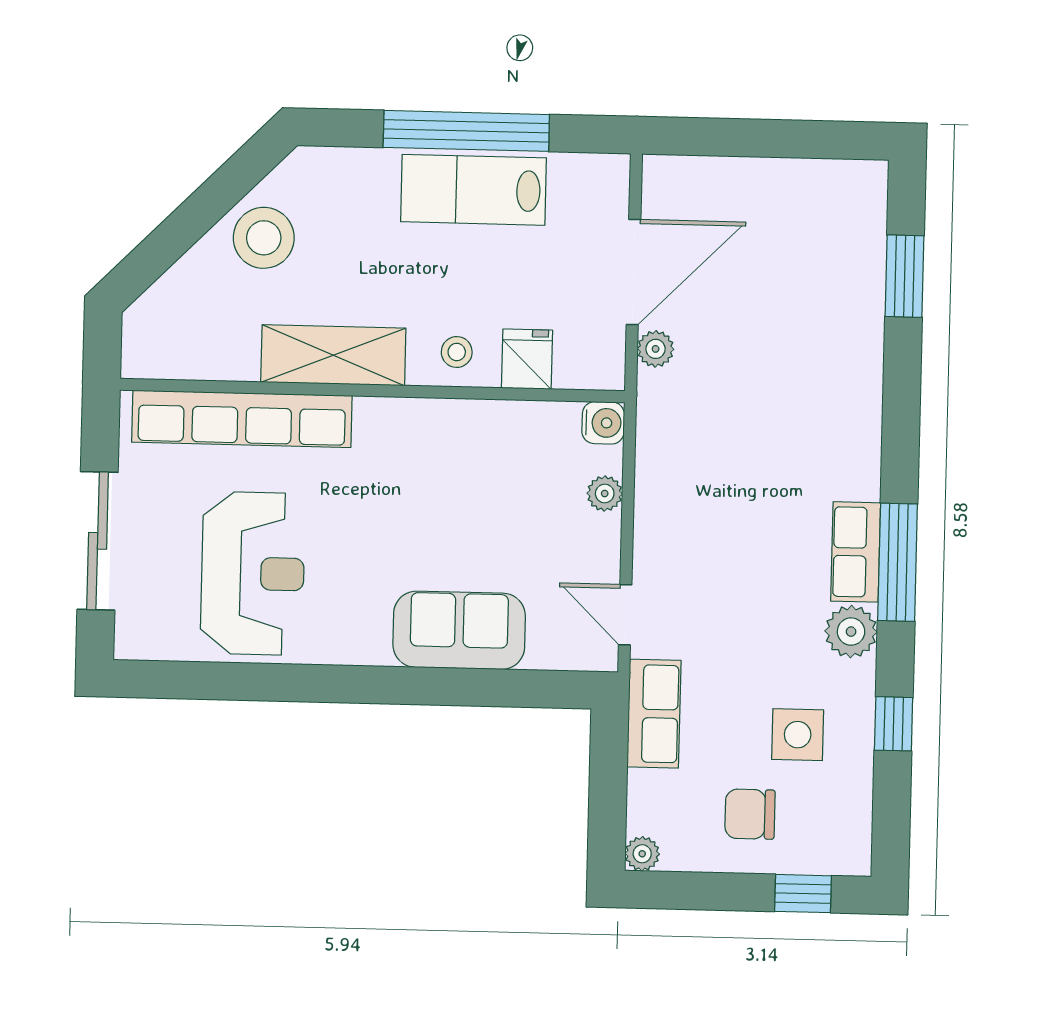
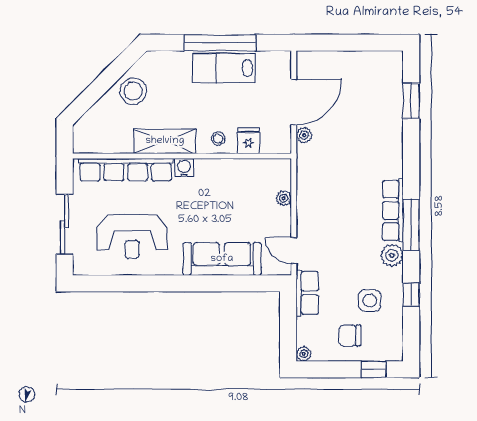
water cooler: (603, 423) -> (184, 168), moved, turned -90
row of seats: (856, 552) -> (393, 211), width x1.48
reception desk: (253, 573) -> (132, 237), turned 90
sofa: (459, 630) -> (222, 259), width x1.36

